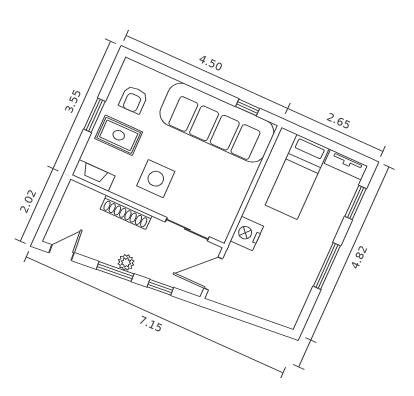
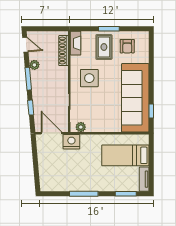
armchair: (133, 100) -> (127, 46), turned -90
shoe rack: (126, 212) -> (63, 51), moved
plant: (224, 225) -> (81, 127), added
nightstand: (247, 233) -> (71, 142), moved
plant: (126, 262) -> (34, 65), moved

